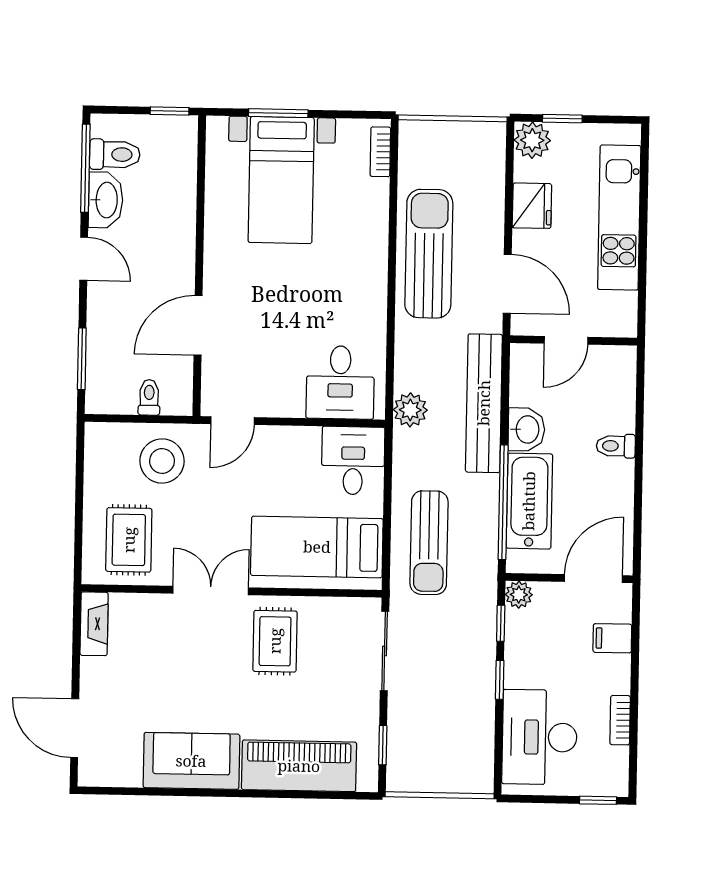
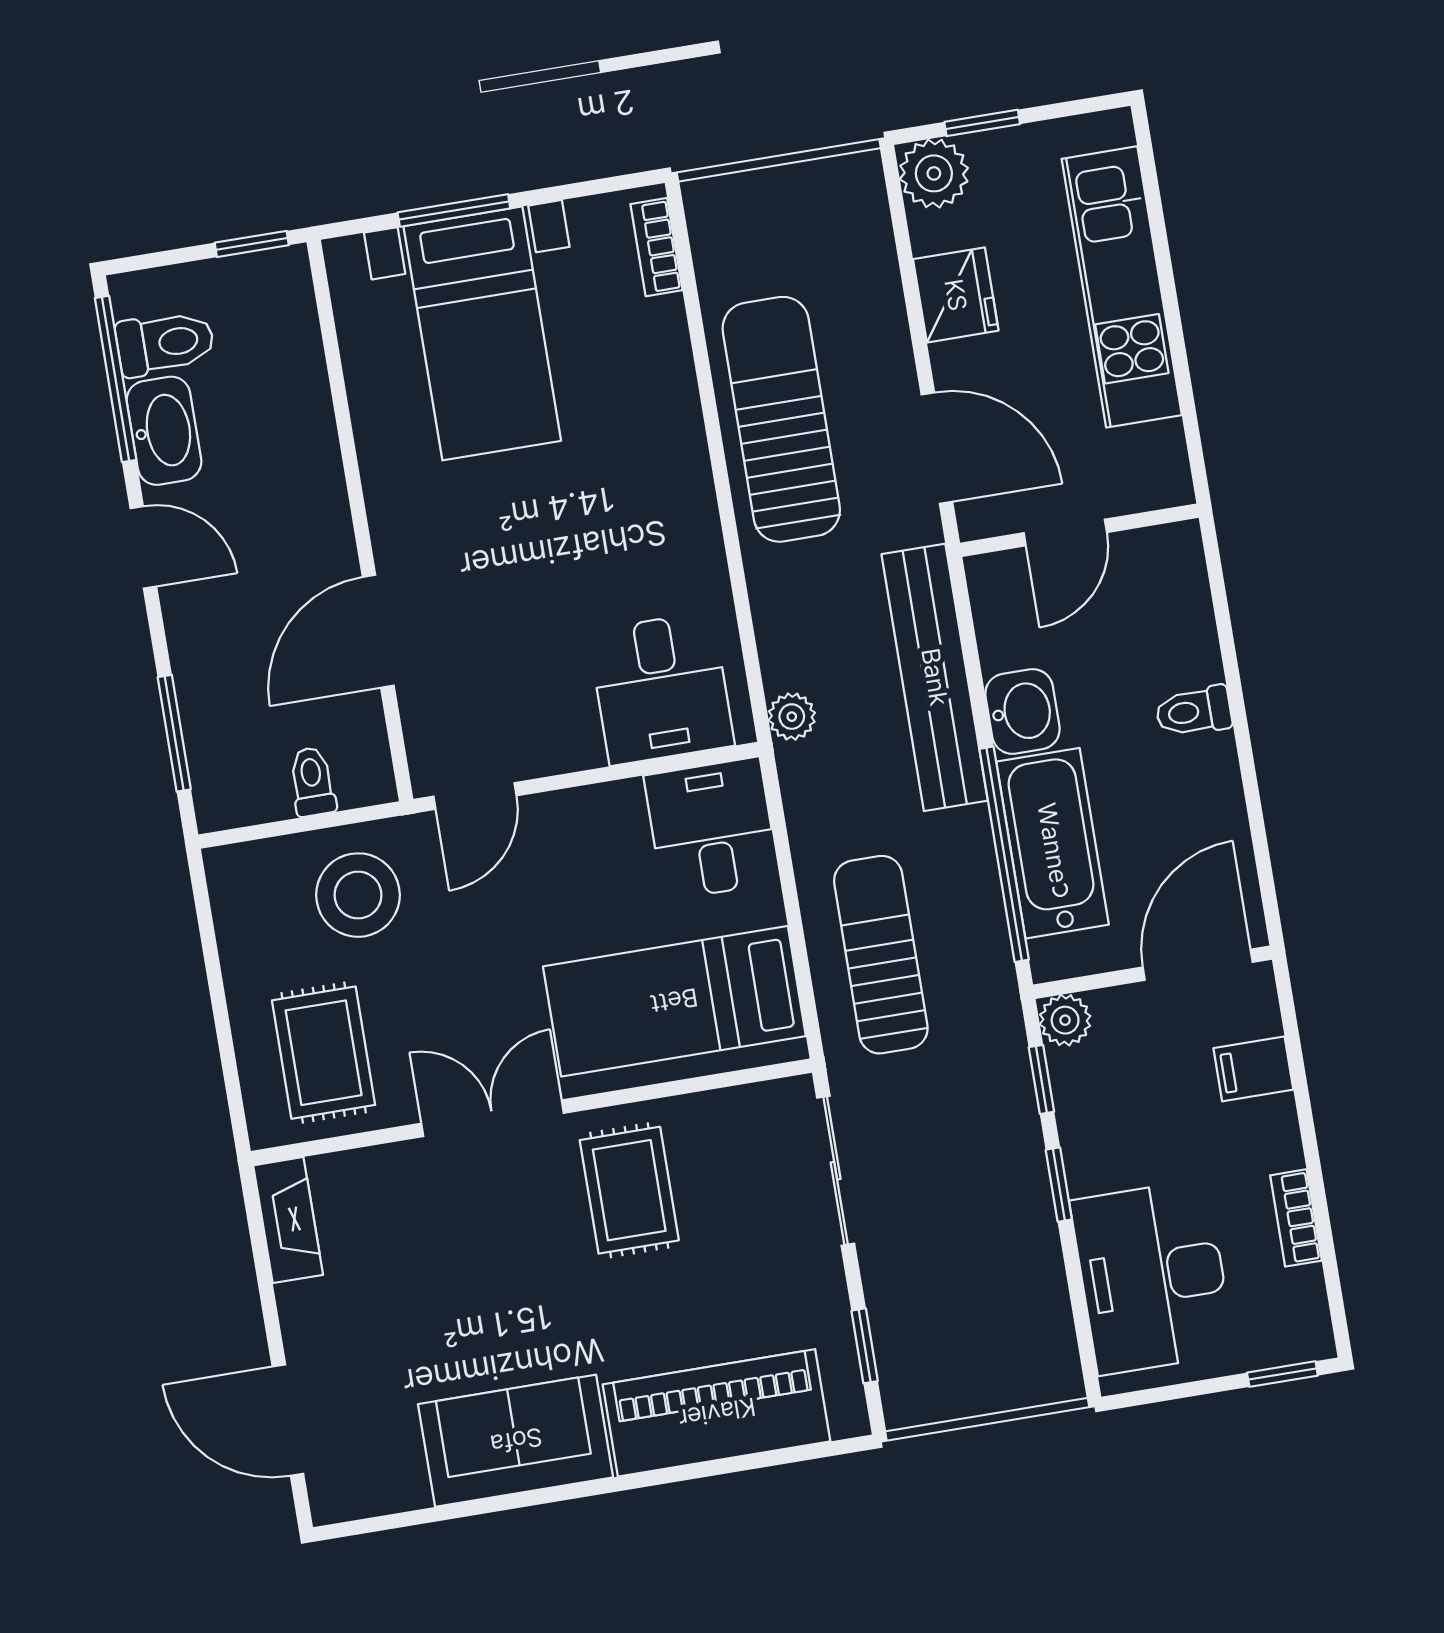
plant: (410, 410) -> (792, 717), width x0.73, depth x0.73
sun lounger: (429, 543) -> (881, 955), turned 180

